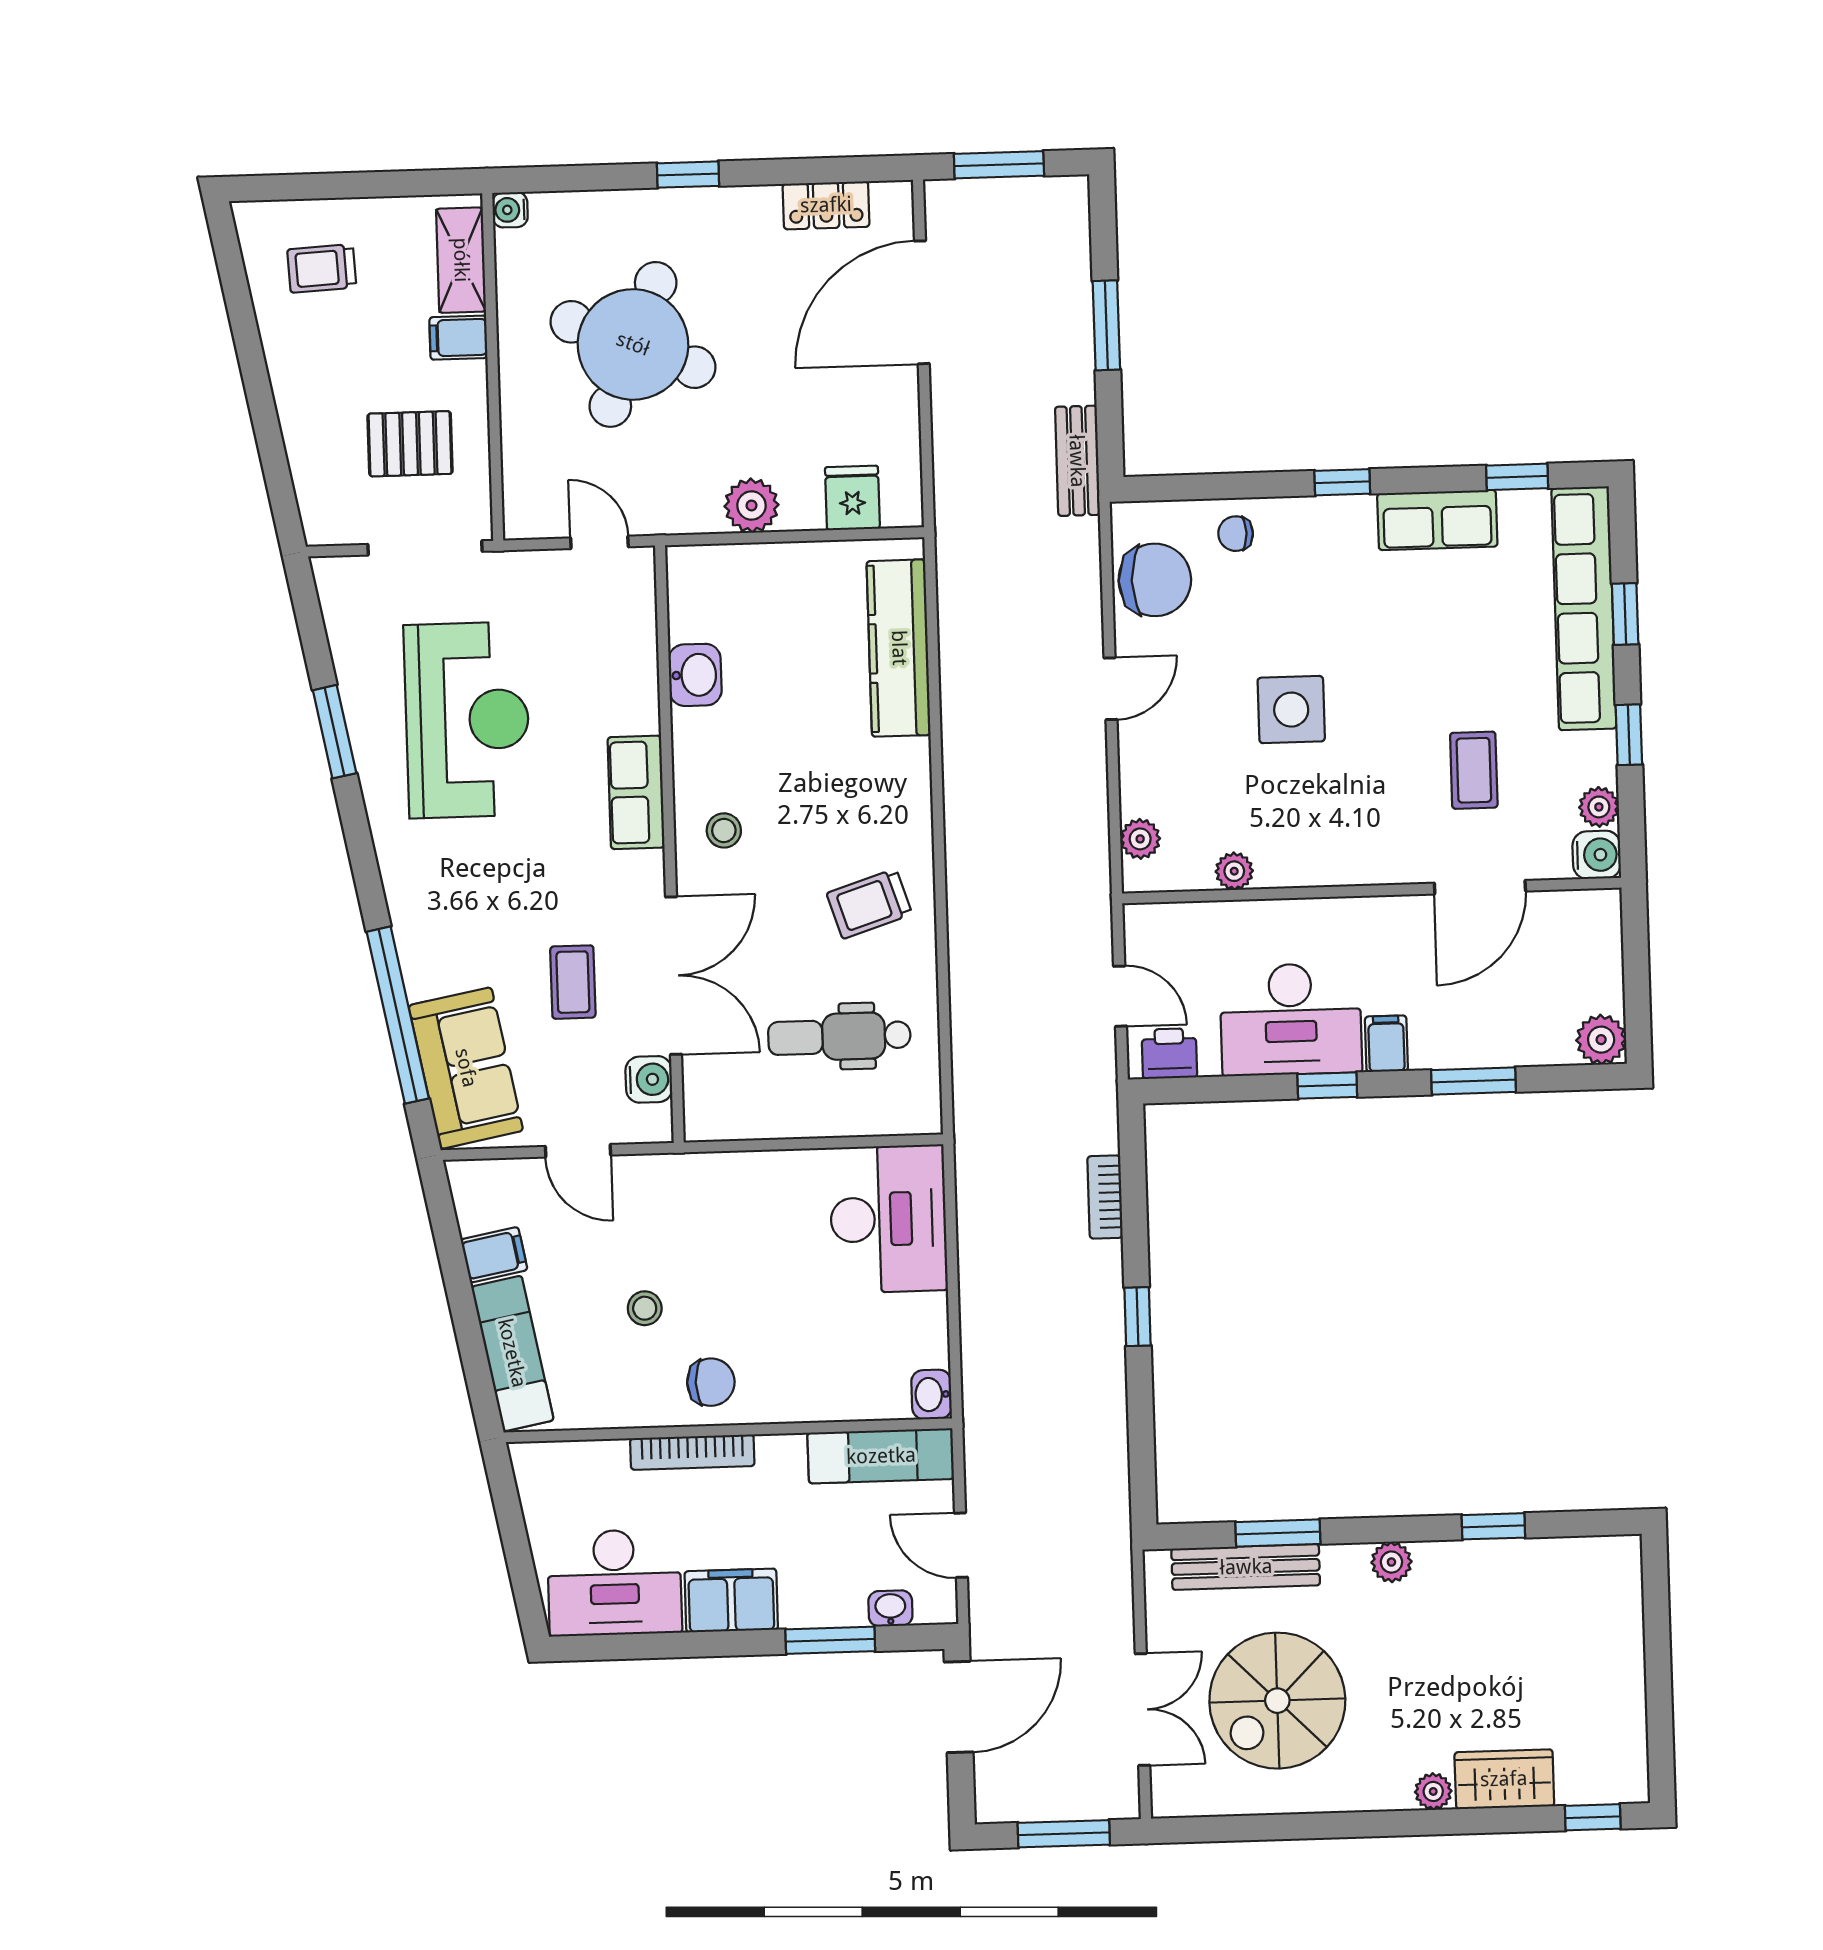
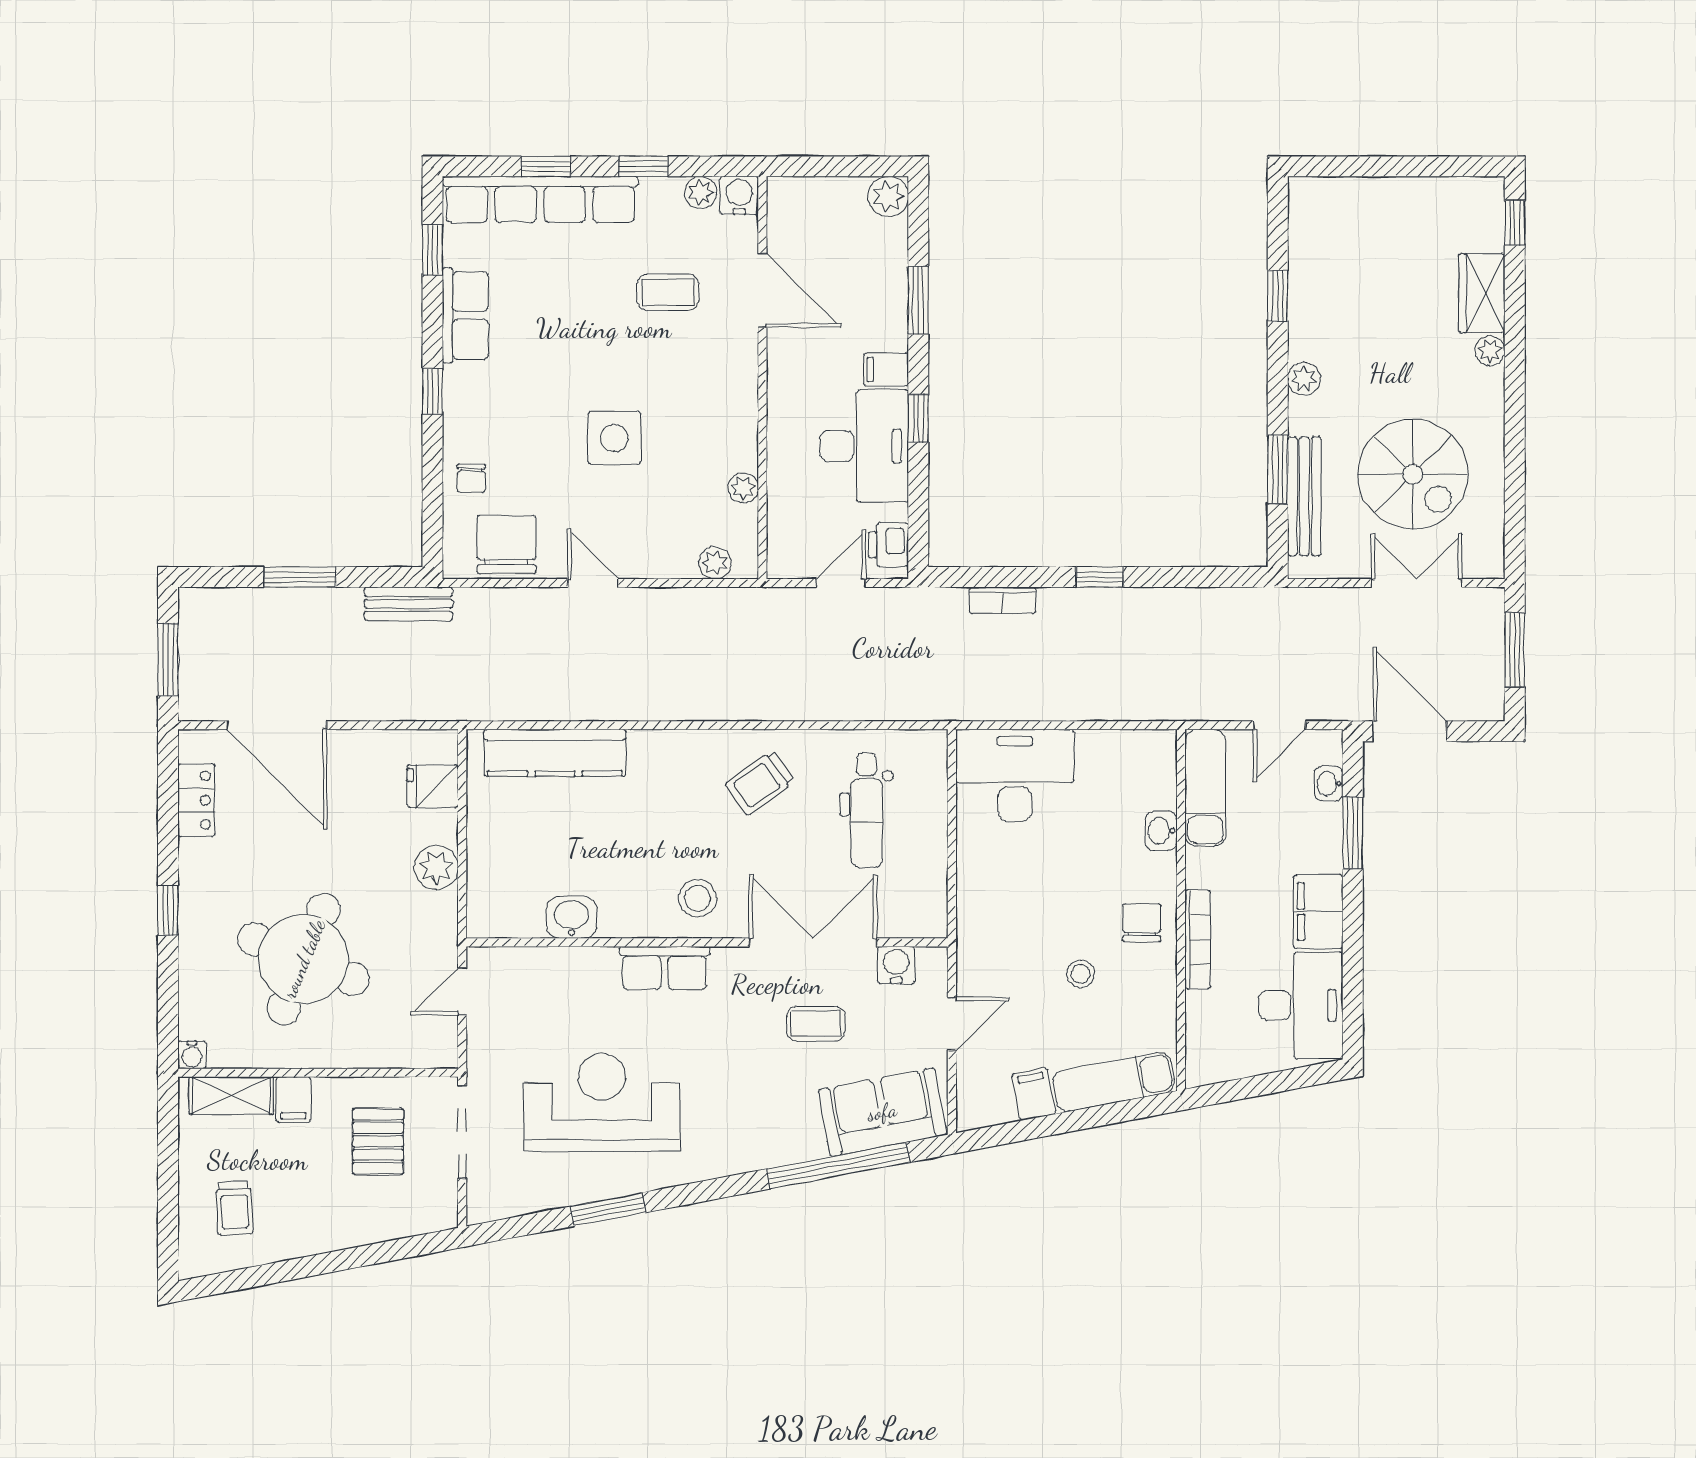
stool: (724, 830) -> (697, 898), width x1.37, depth x1.37
trolley: (869, 904) -> (760, 783), turned 72
washbasin: (931, 1394) -> (1161, 831), moved, turned 90

